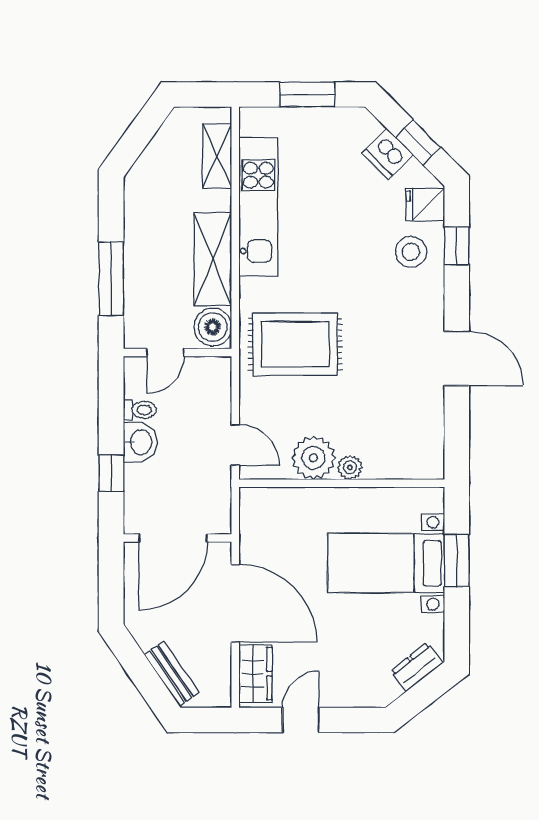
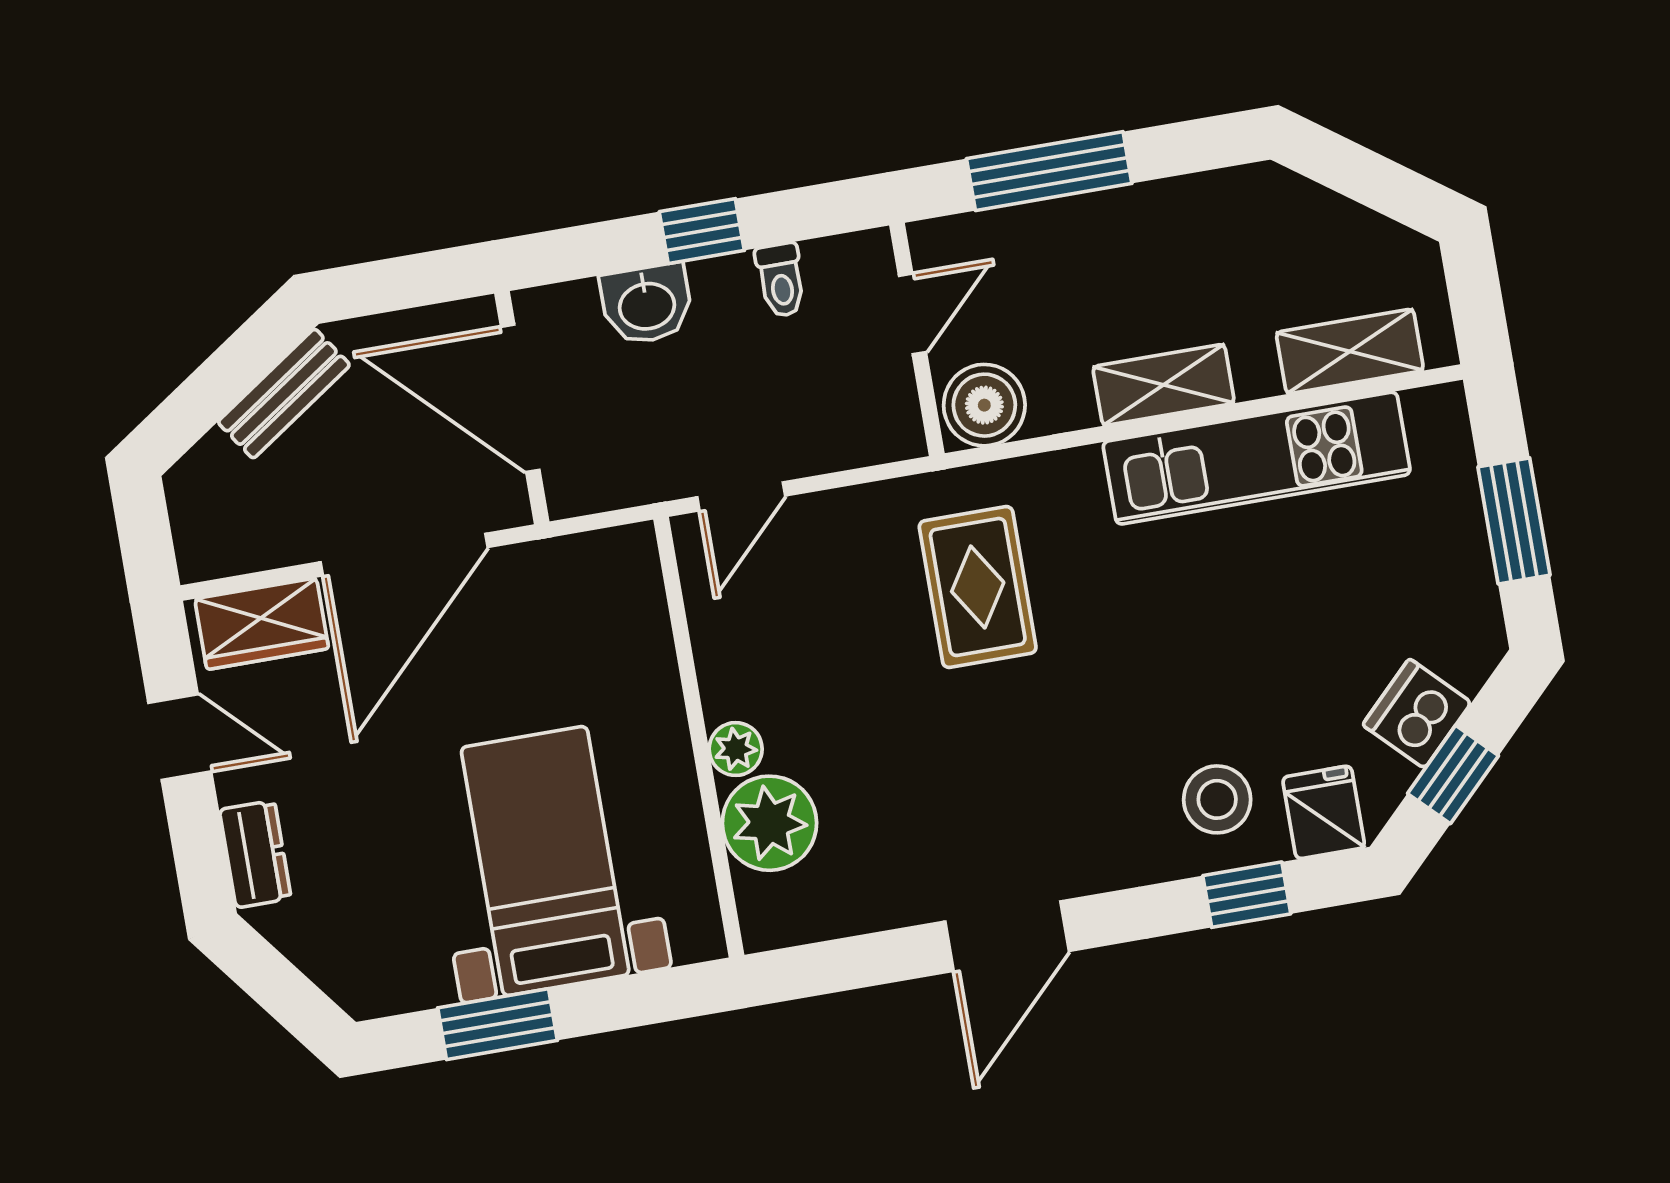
shelving: (213, 259) -> (1164, 385), width x0.67, depth x0.75
rug: (295, 344) -> (978, 587), width x0.73, depth x0.70
door: (166, 352) -> (913, 314), swing flipped
washbasin: (140, 442) -> (647, 304), moved
plant: (313, 458) -> (769, 823), moved
window: (111, 473) -> (702, 231), moved
window: (457, 560) -> (498, 1024), moved
dresser: (417, 667) -> (255, 854), moved, turned 38
bench: (171, 674) -> (284, 394), moved

